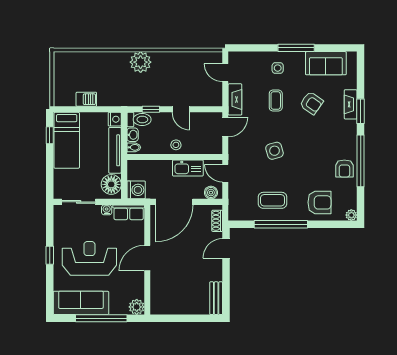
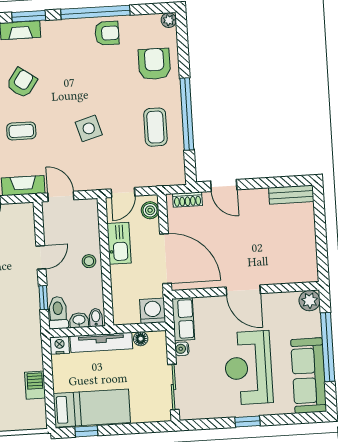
floor lamp: (111, 184) -> (141, 339), width x0.53, depth x0.53

